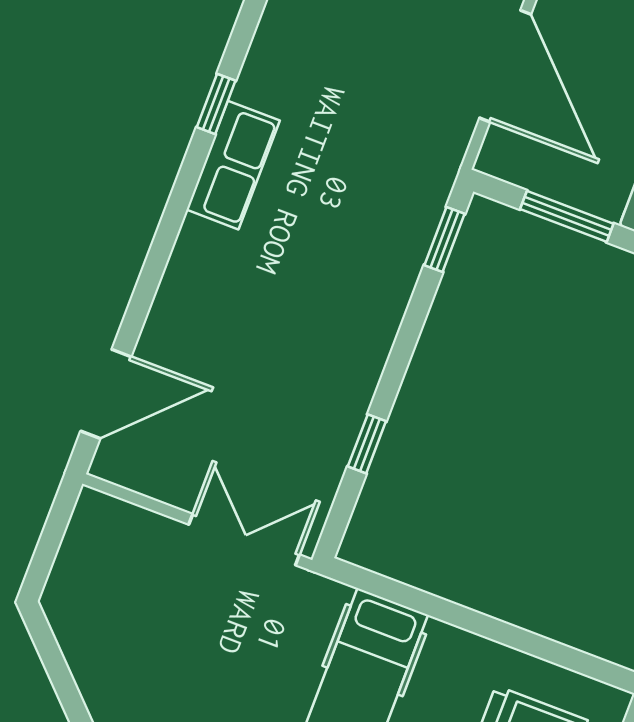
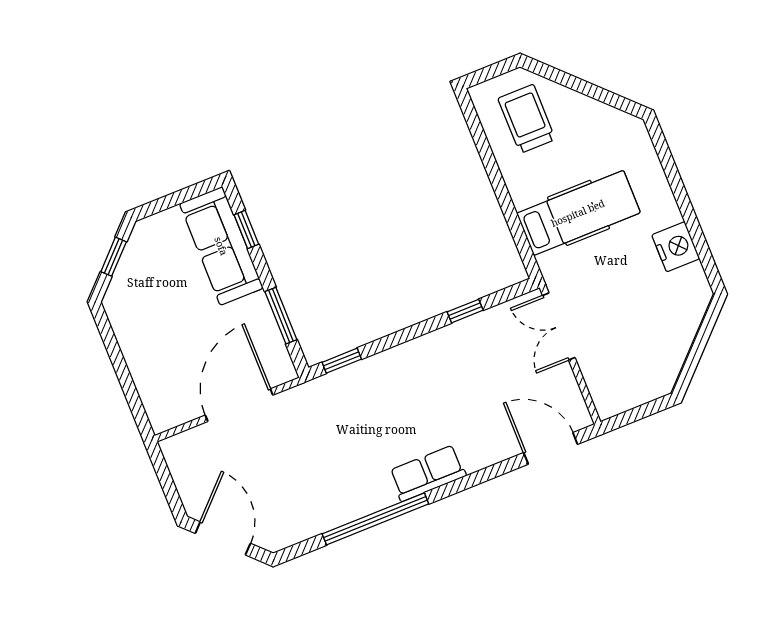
window: (216, 104) -> (375, 519), width x3.17
row of seats: (233, 165) -> (428, 473), moved

